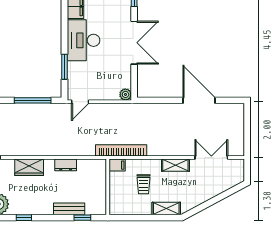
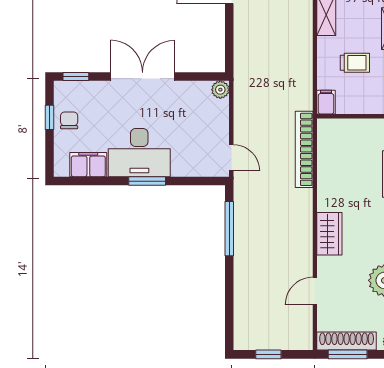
window: (64, 67) -> (147, 181), moved
bookcase: (121, 150) -> (304, 149), moved
dresser: (66, 165) -> (326, 179), removed

